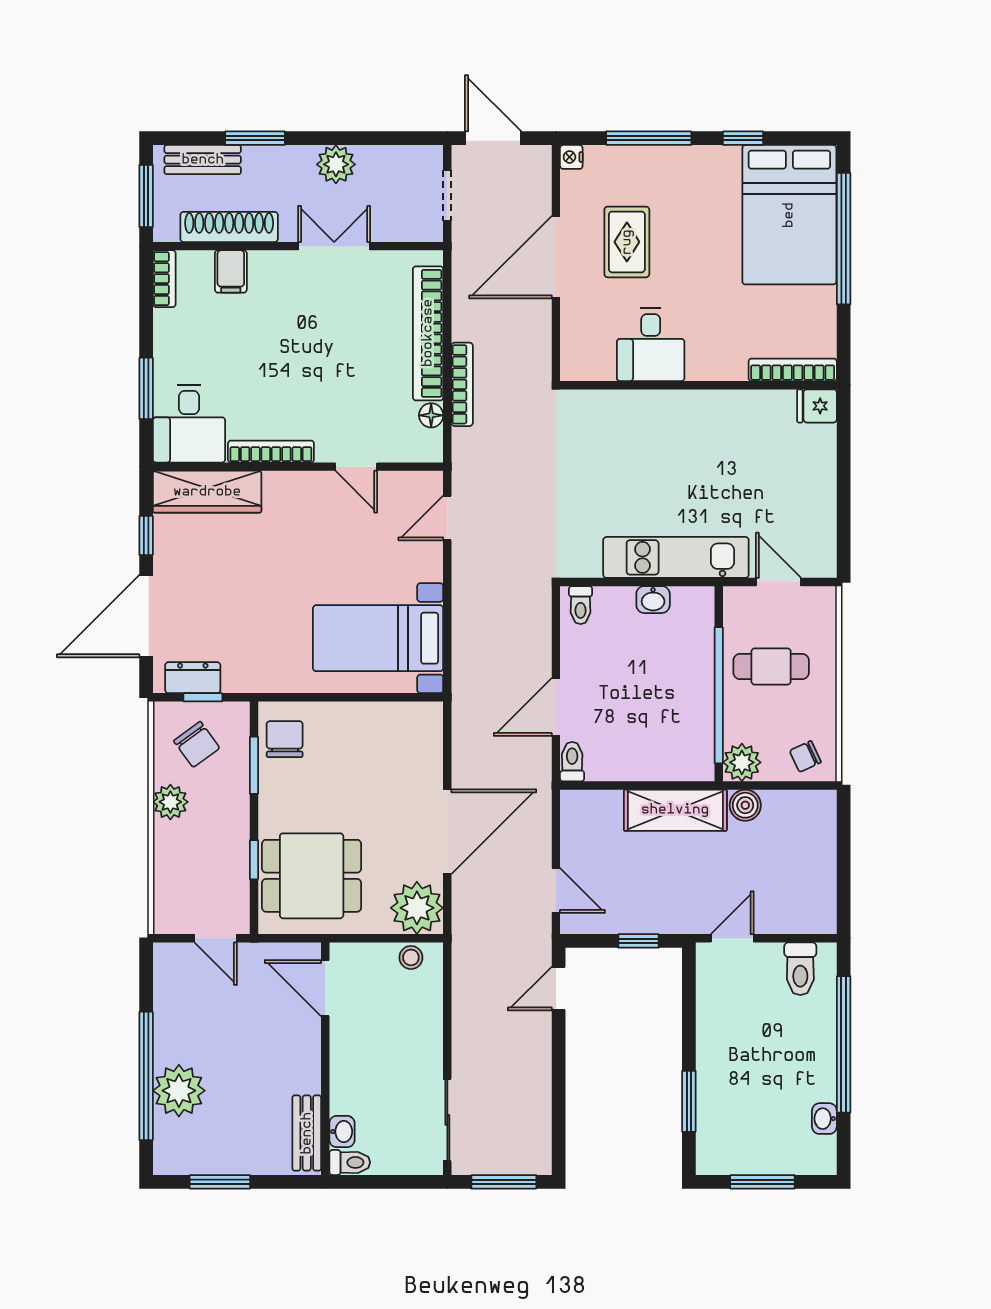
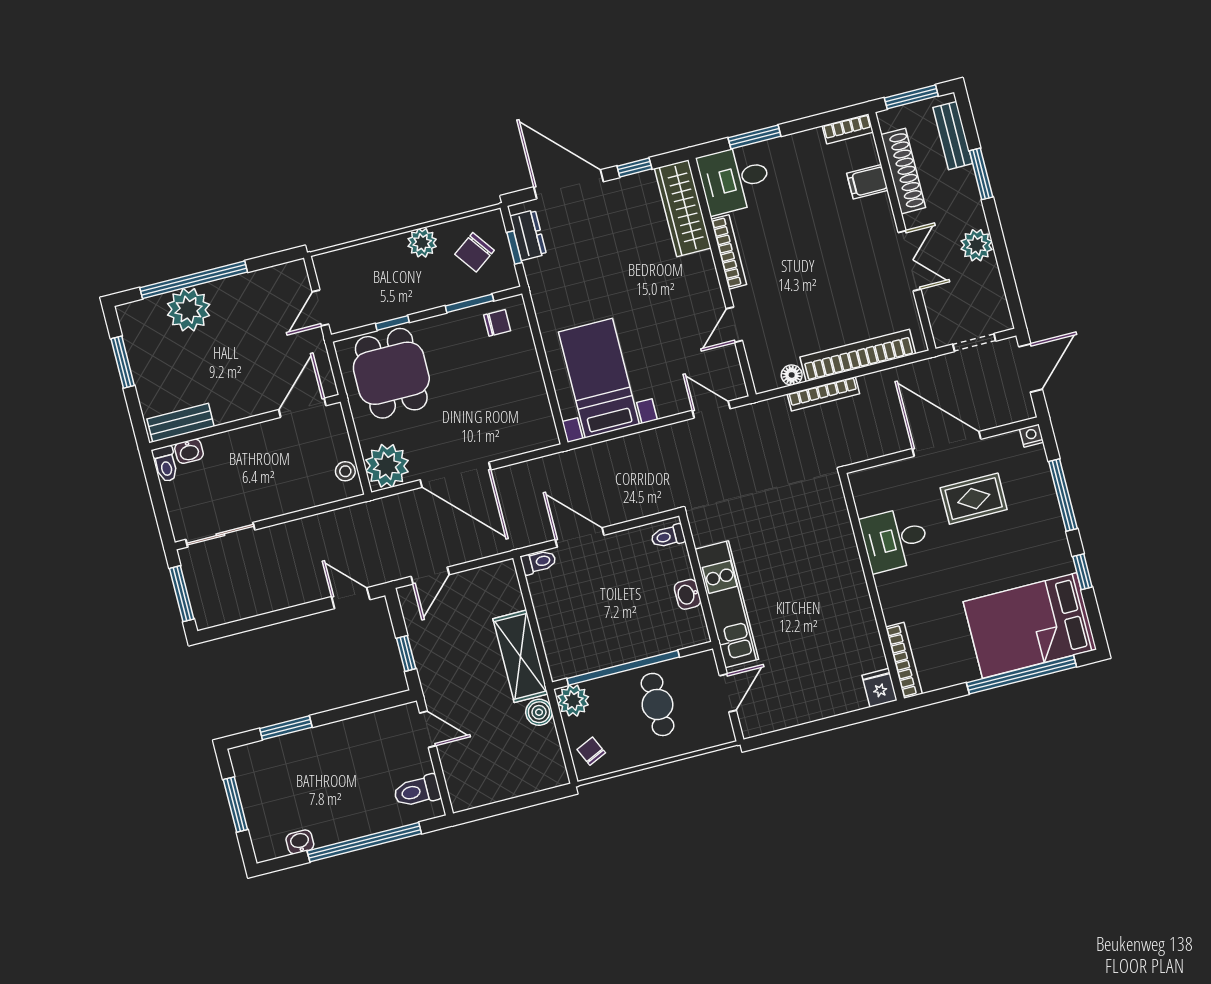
chair: (285, 739) -> (497, 323), width x0.73, depth x0.73

